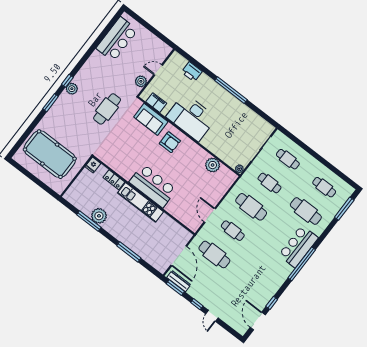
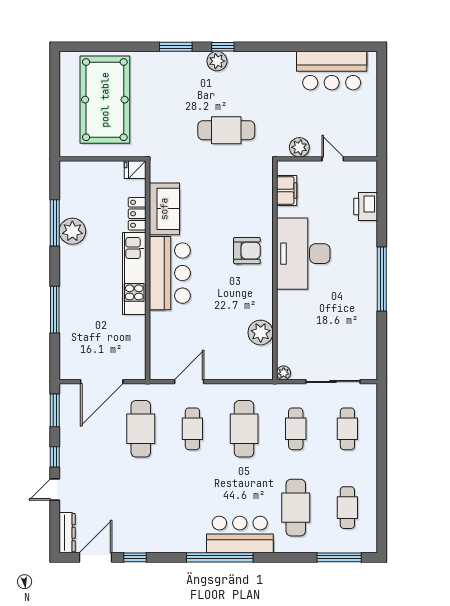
sofa: (151, 119) -> (164, 209), moved, turned 180
armchair: (170, 142) -> (247, 251), turned -90
dresser: (179, 281) -> (67, 533), moved

